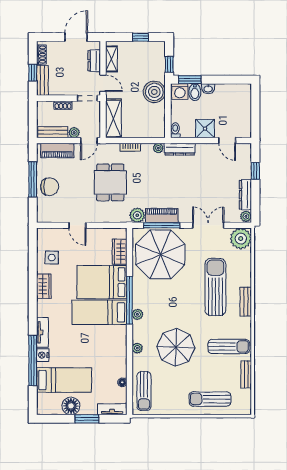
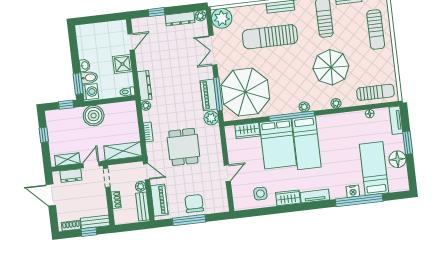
dining table: (110, 182) -> (183, 147), turned 90
tv unit: (42, 332) -> (315, 196), moved

